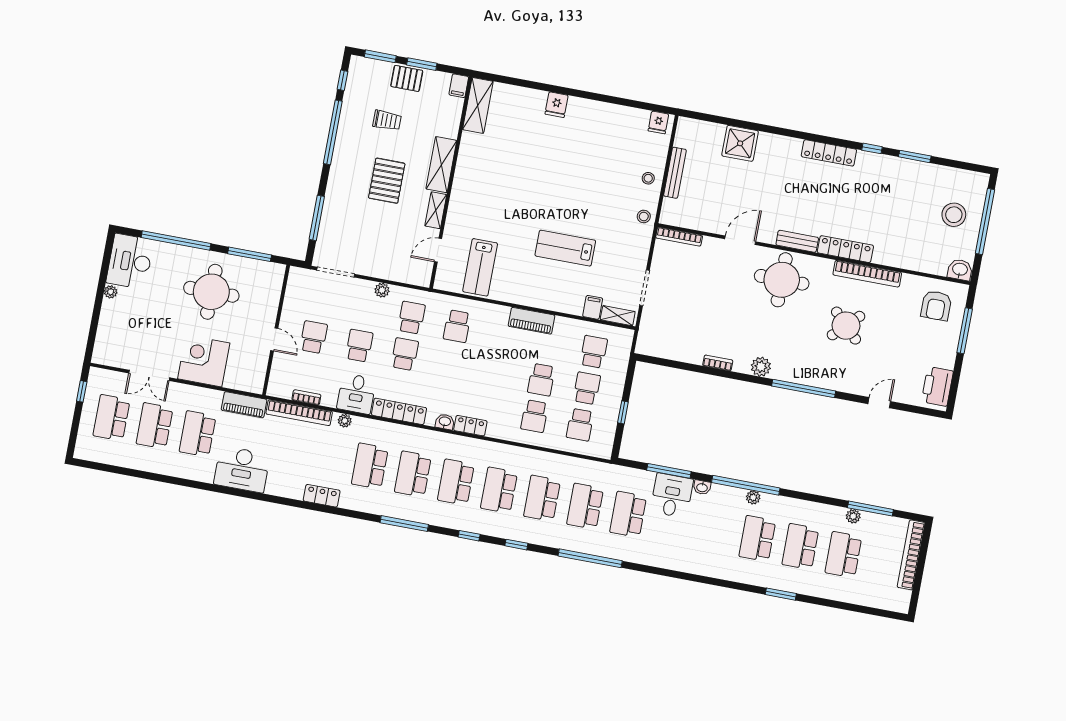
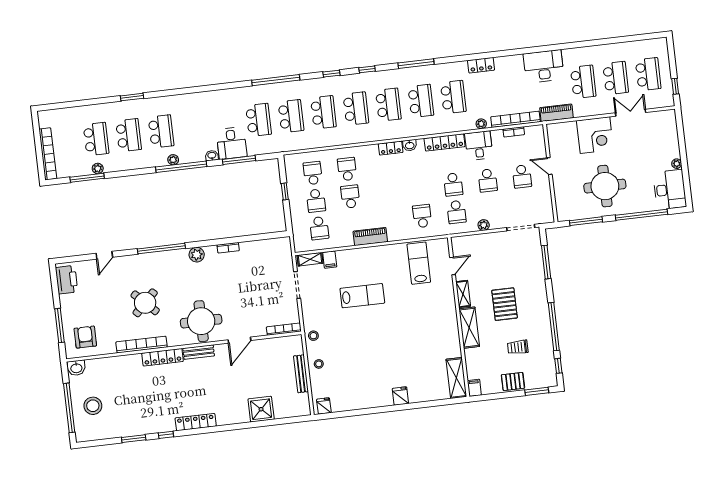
window: (422, 64) -> (505, 395), removed

